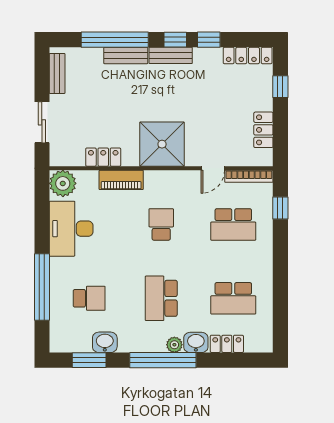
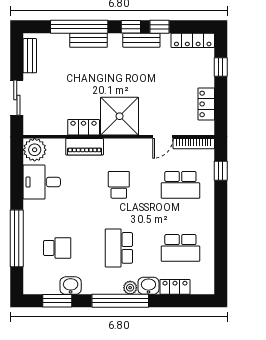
bench: (171, 55) -> (141, 40), moved
locker: (103, 157) -> (84, 127), moved
desk: (71, 229) -> (42, 182), width x0.73

